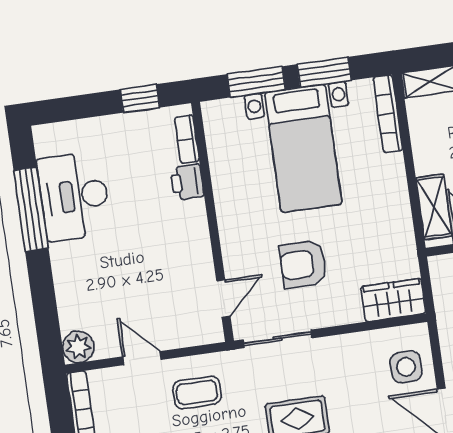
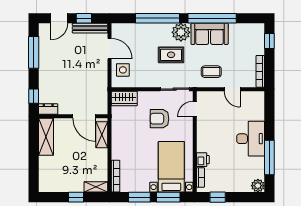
bed with nightstands: (303, 148) -> (171, 167), moved
desk: (74, 196) -> (251, 139), moved
armchair: (303, 264) -> (160, 119), turned 180
plant: (78, 347) -> (258, 186), moved

